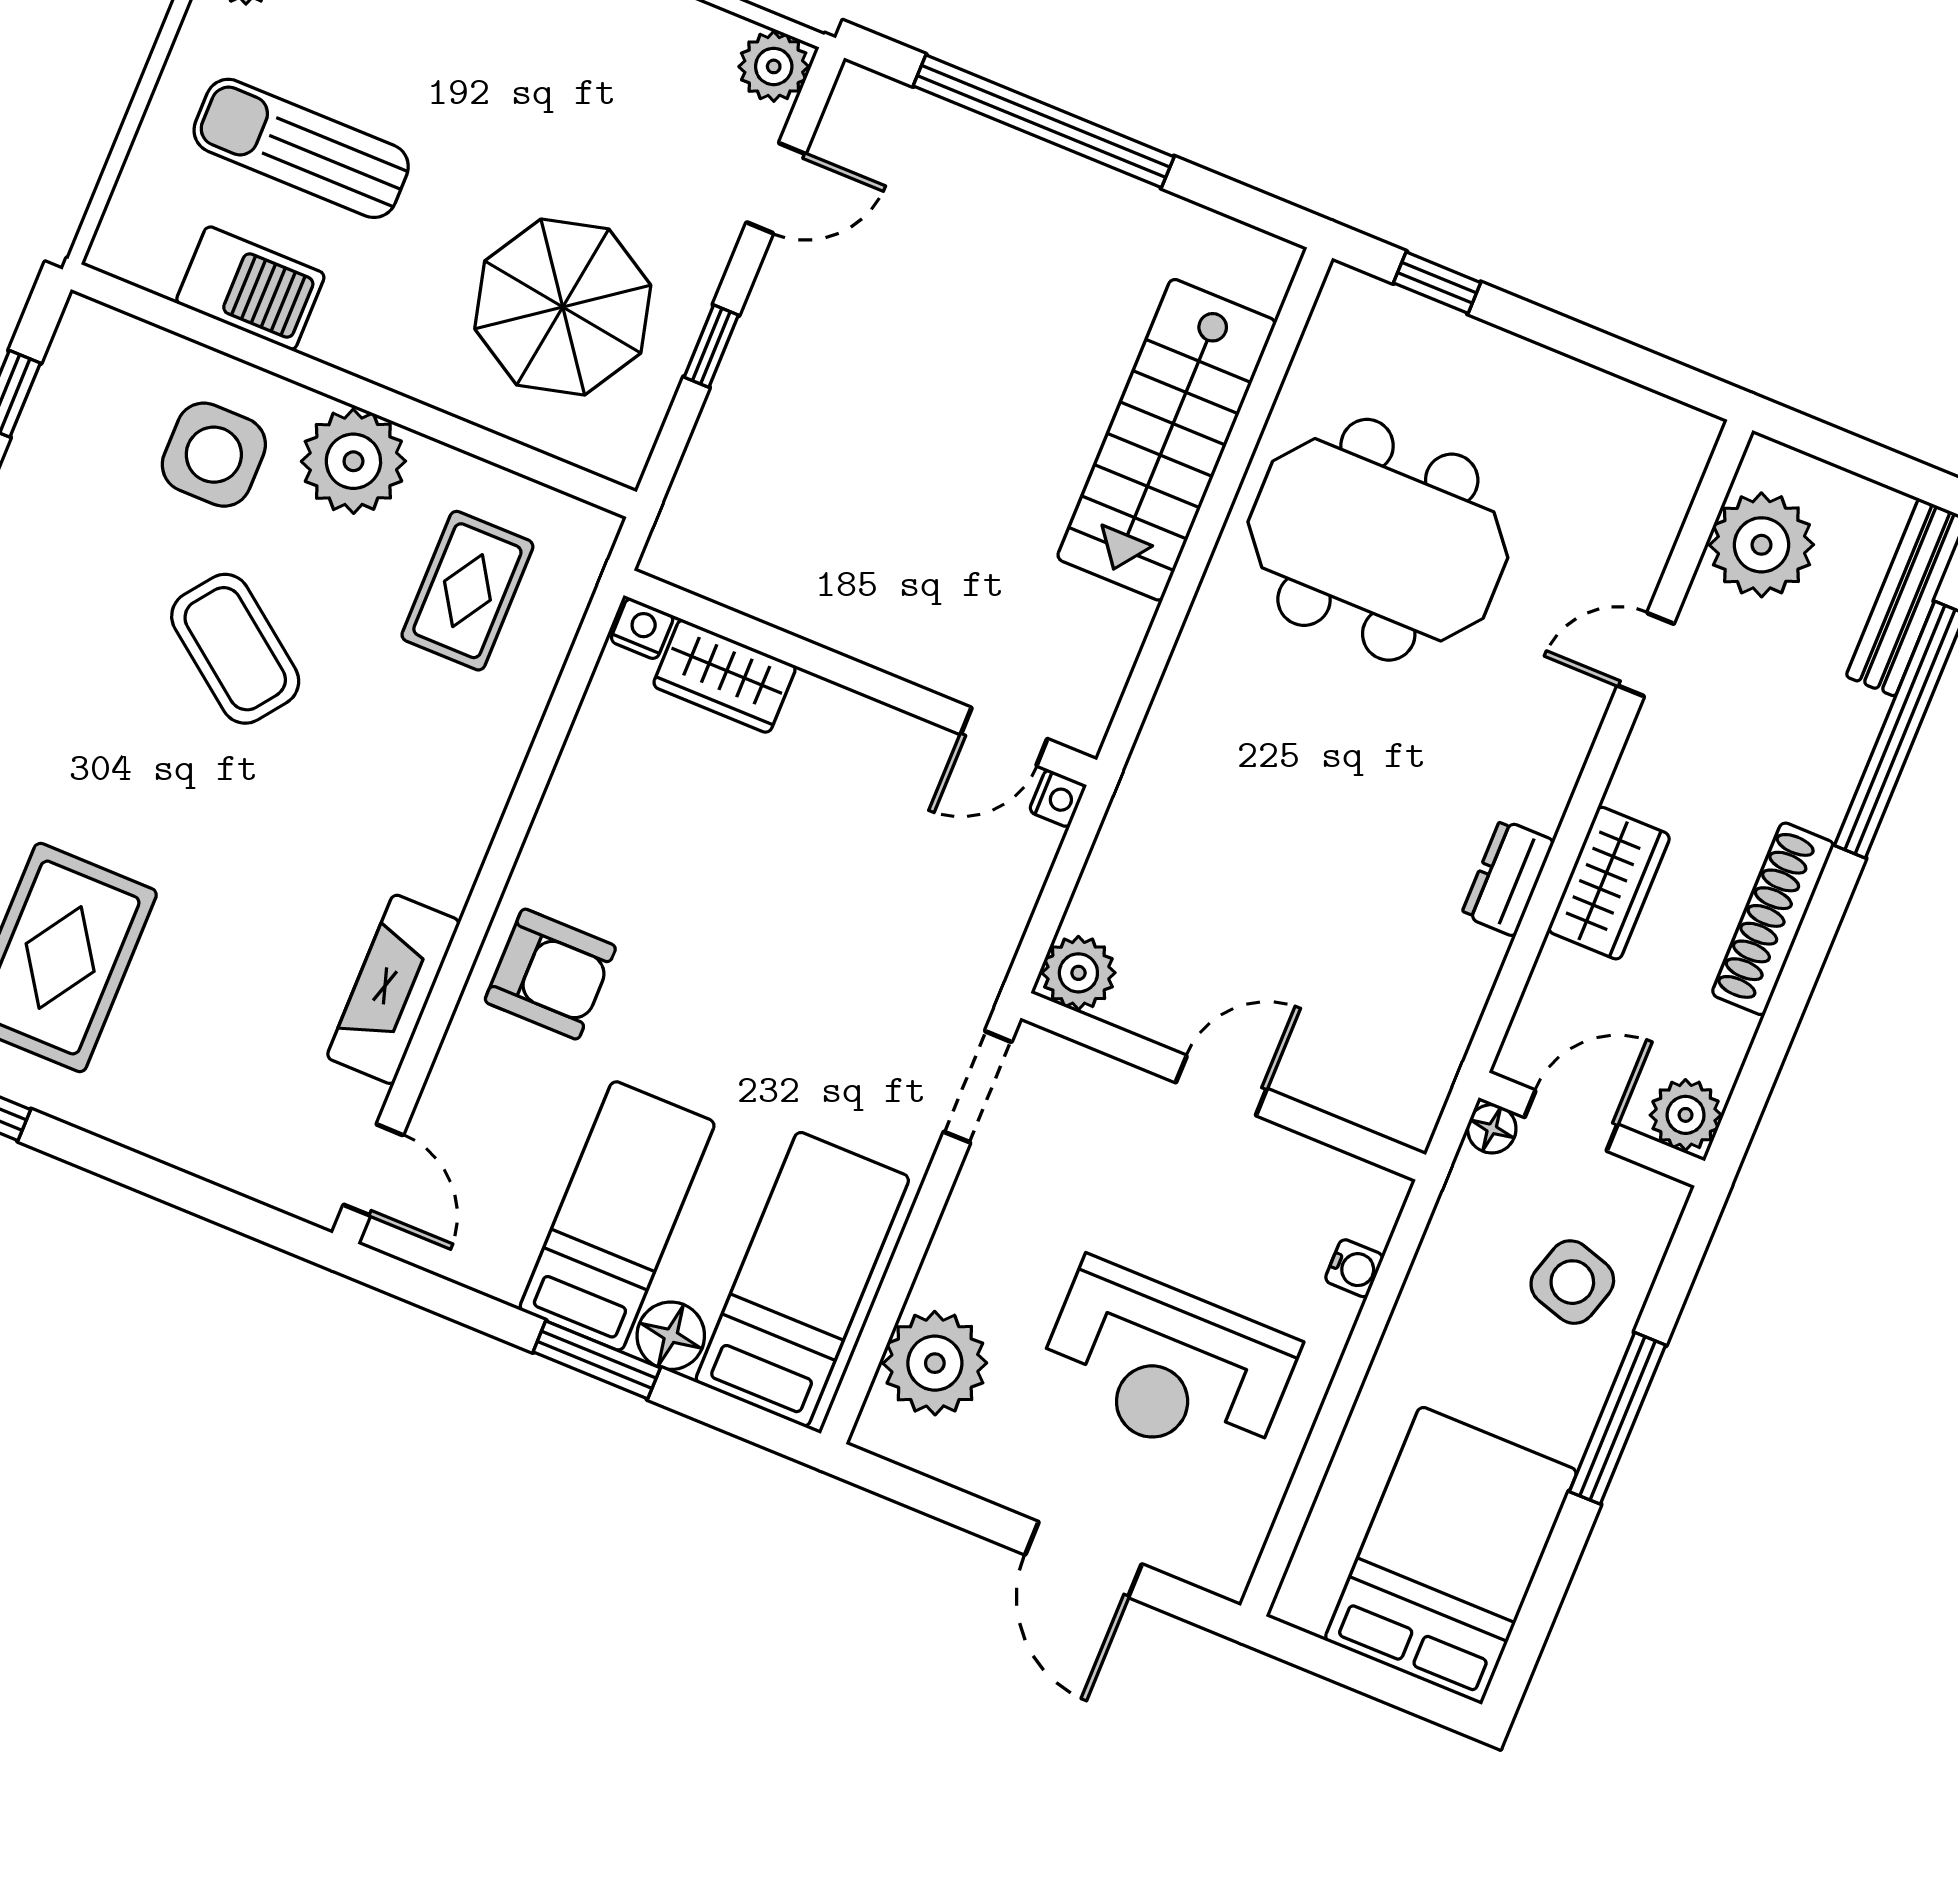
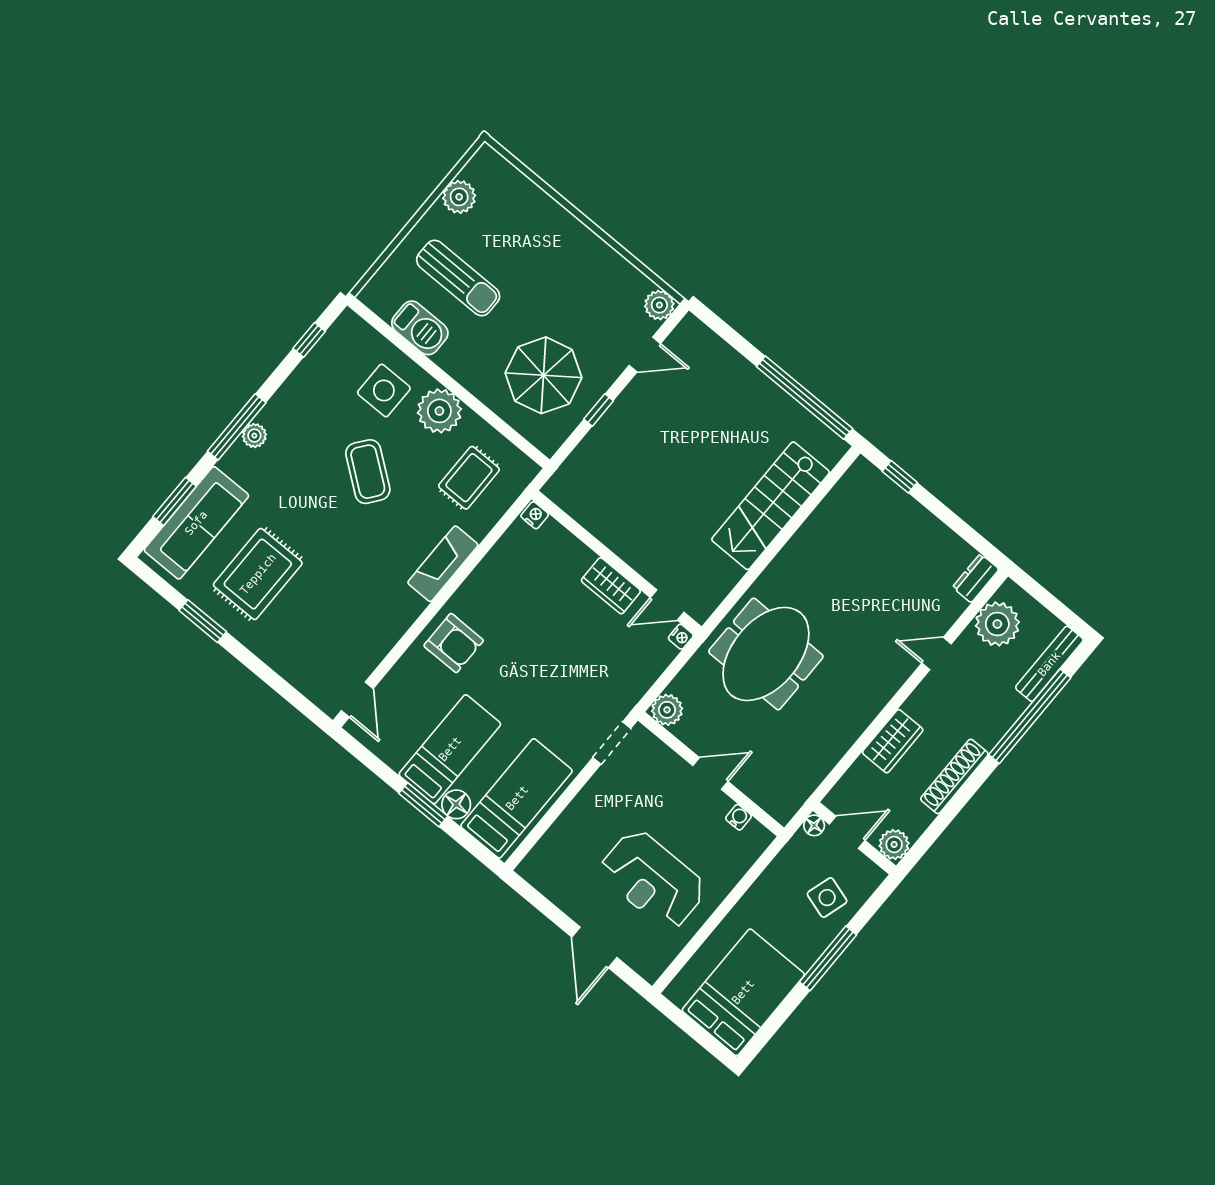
window: (1044, 121) -> (805, 398), moved
sun lounger: (301, 148) -> (458, 278), turned 180
meeting table: (1378, 540) -> (766, 654), moved, turned 90
wardrobe: (724, 676) -> (611, 586), moved
dresser: (1508, 878) -> (976, 578), moved
fireplace: (393, 989) -> (443, 564), moved
water cooler: (1354, 1268) -> (739, 817), moved, turned -90
plant: (935, 1363) -> (559, 849), removed

